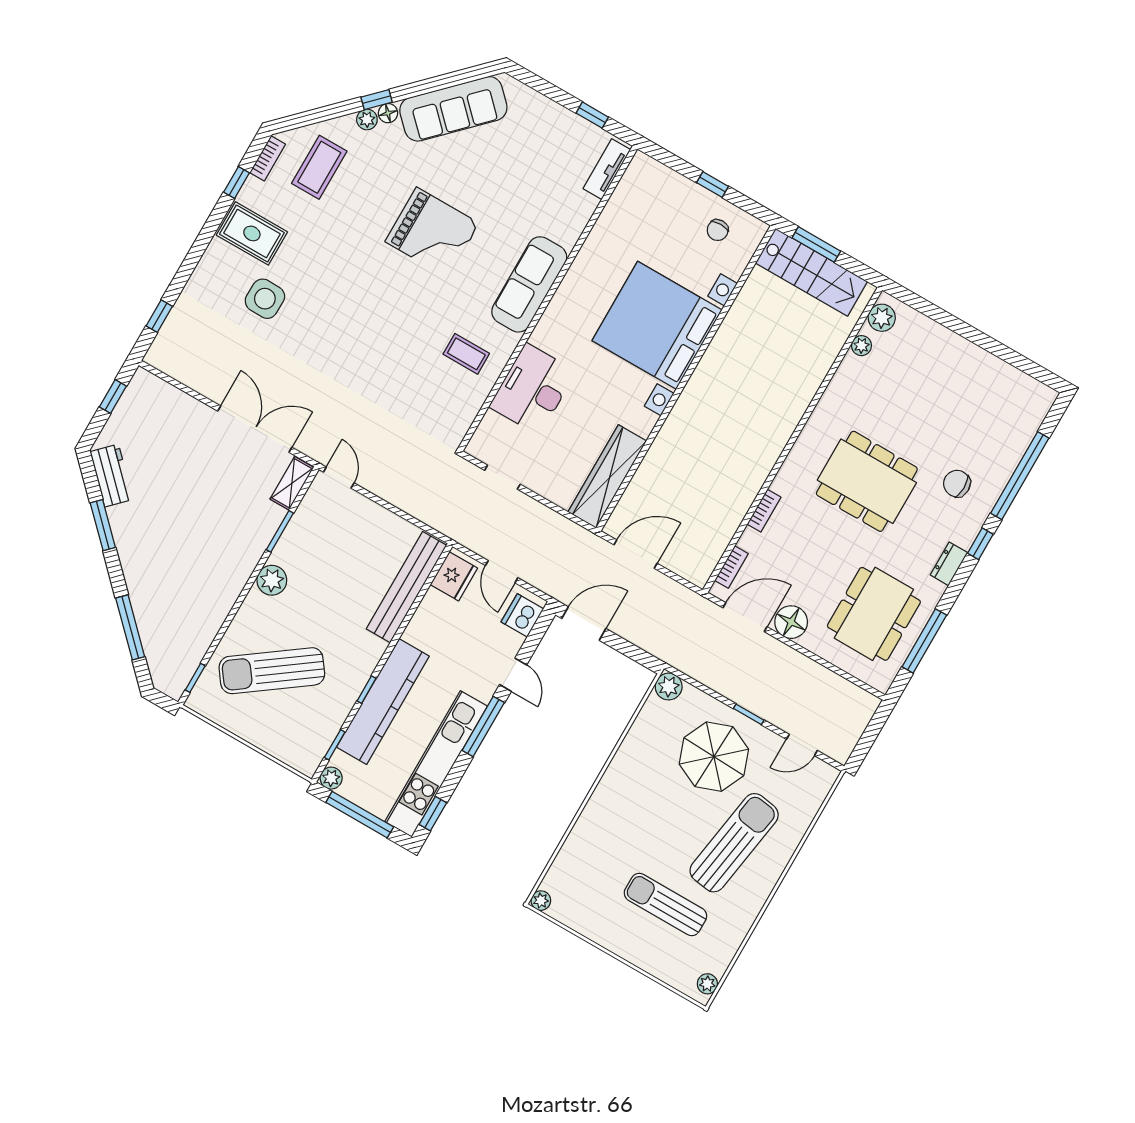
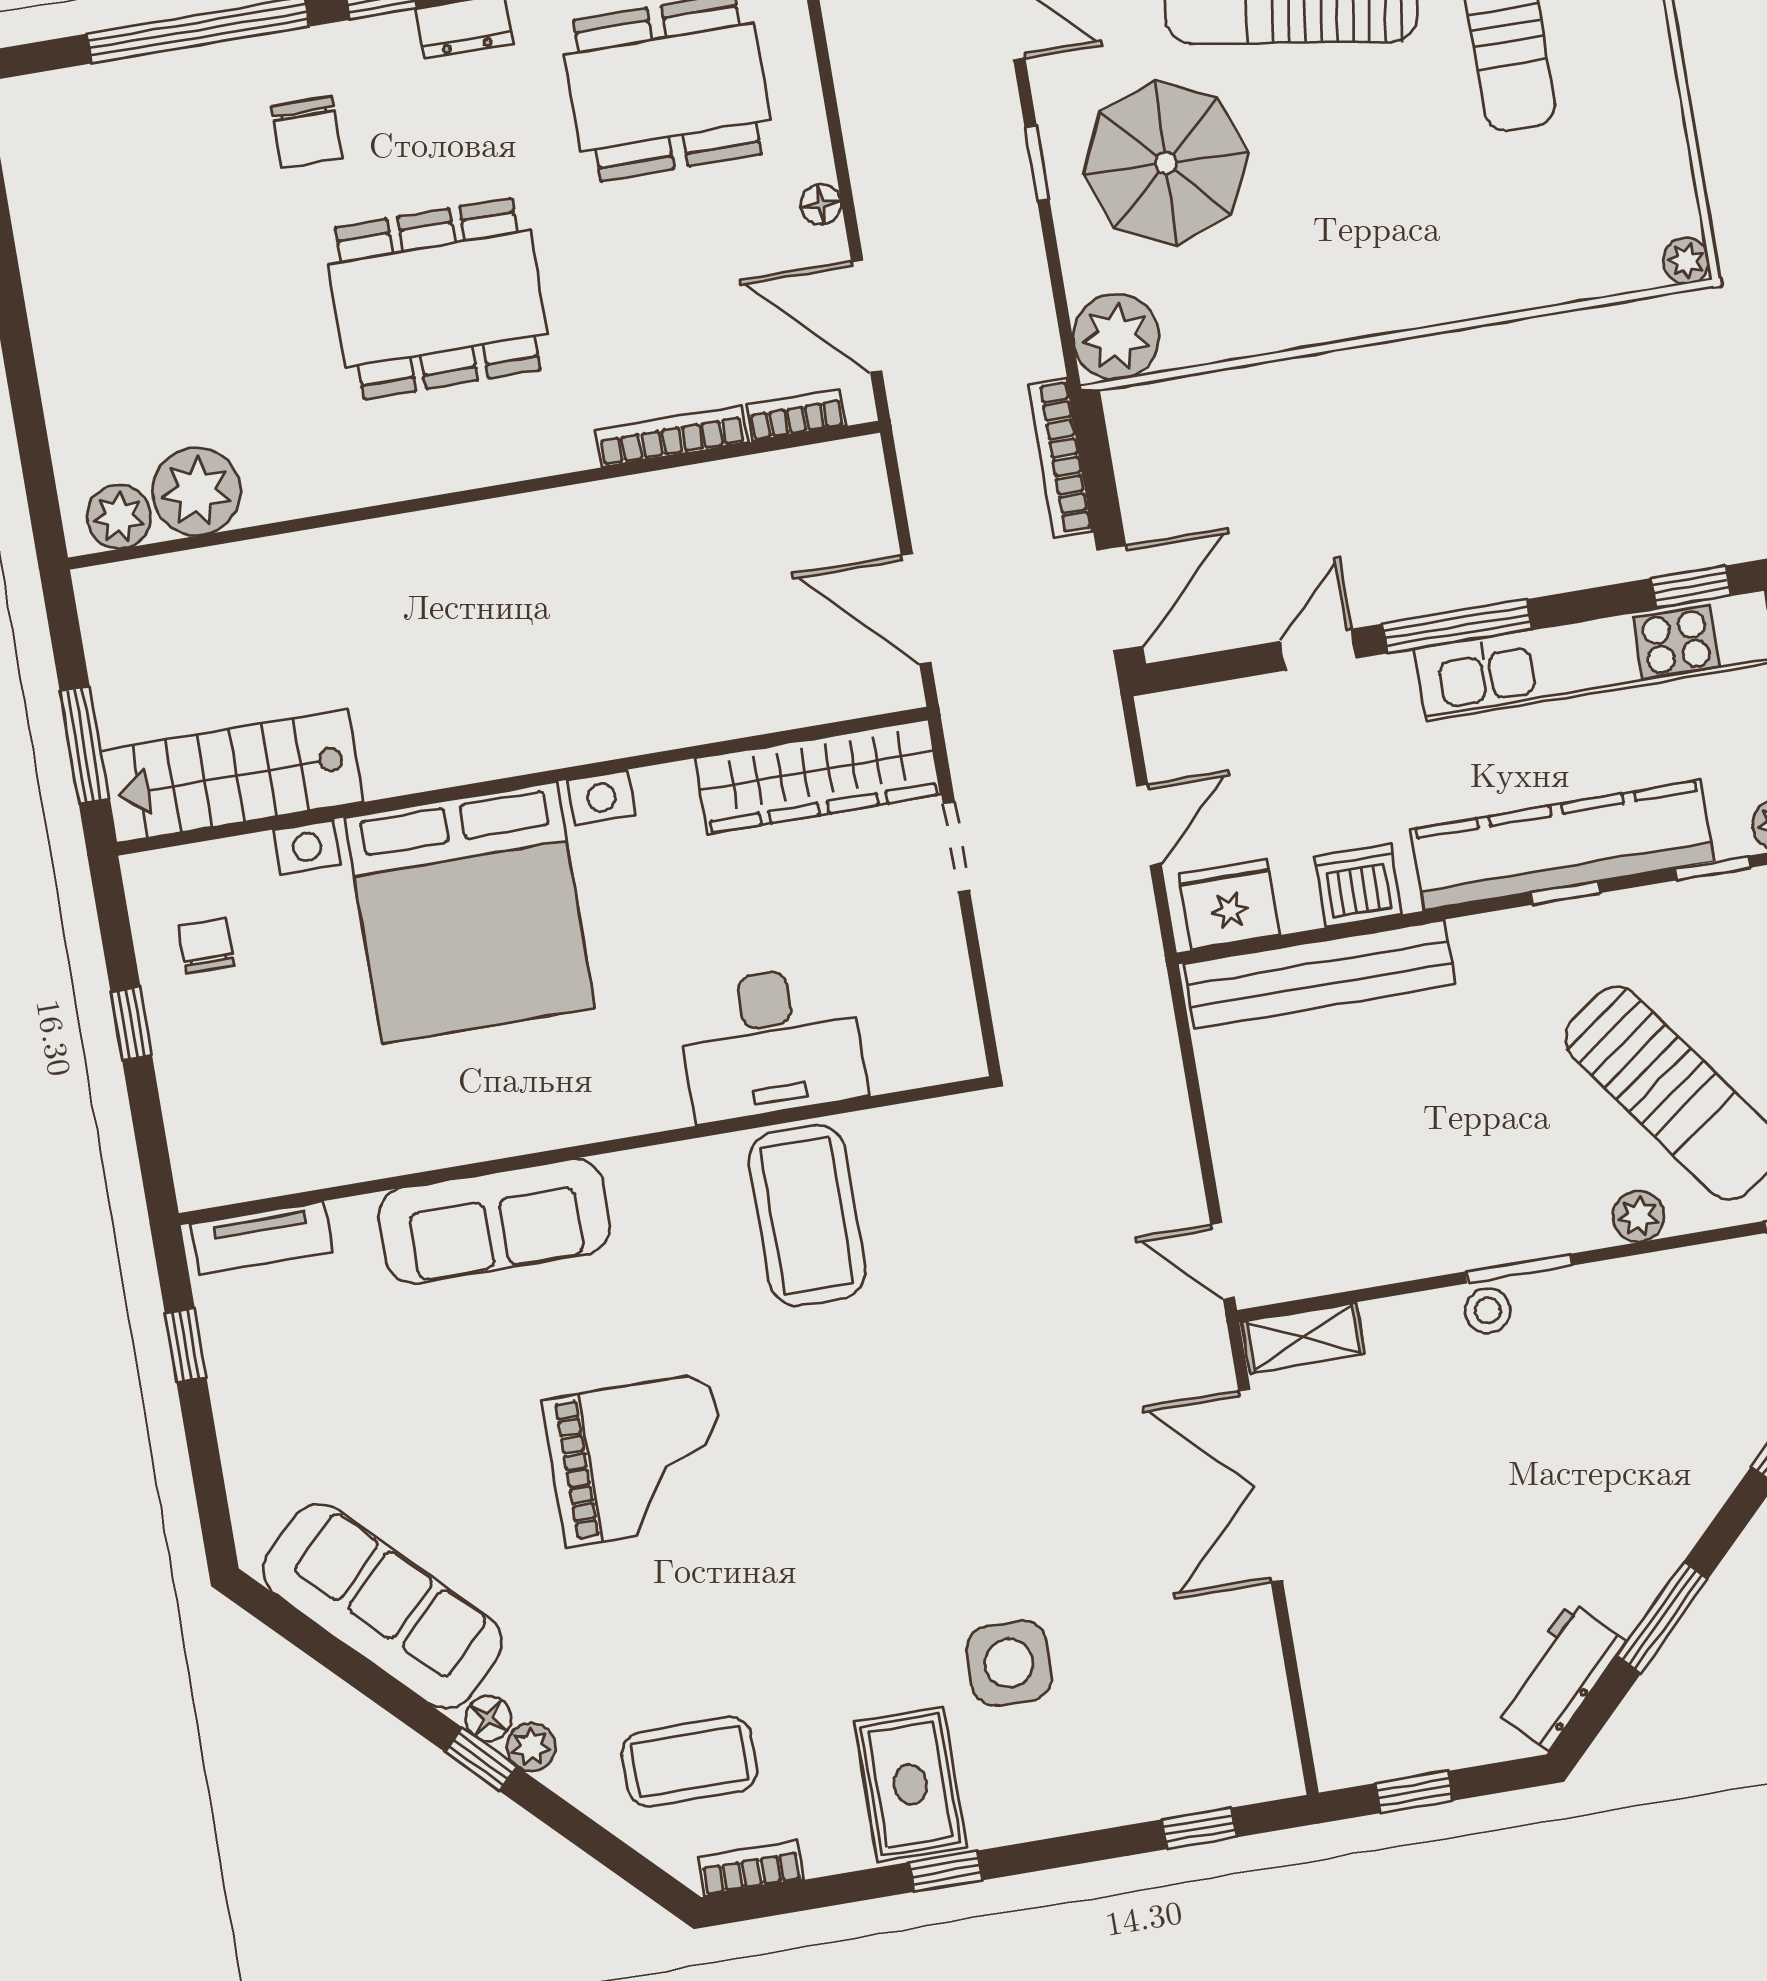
window: (236, 183) -> (946, 1871), moved
chair: (718, 230) -> (206, 946), turned -90
grand piano: (432, 232) -> (638, 1459), turned 90
stairs: (811, 272) -> (232, 776), moved, turned -90
sofa: (529, 284) -> (494, 1221), moved
plant: (861, 346) -> (196, 492), width x1.87, depth x1.87
coffee table: (466, 354) -> (807, 1216), width x1.86, depth x1.72
doorway: (502, 477) -> (956, 847), moved
door: (339, 478) -> (1223, 1261), hinge flipped
dining table: (867, 481) -> (438, 299), turned 90
bookcase: (764, 511) -> (671, 436), width x1.56
window: (280, 531) -> (1519, 1269), moved
stool: (251, 551) -> (1488, 1310), added
plant: (272, 580) -> (1638, 1216), moved, width x0.73, depth x0.73
dishwasher: (522, 615) -> (1358, 885), moved, turned 180
floor lamp: (791, 622) -> (821, 204), width x0.53, depth x0.53
door: (584, 624) -> (1120, 598), swing flipped
bookcase: (646, 642) -> (1060, 458), added
plant: (669, 687) -> (1116, 337), width x1.36, depth x1.36

